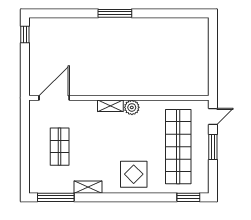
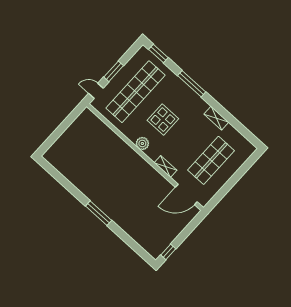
shelving: (110, 106) -> (166, 167), moved
shop shelf: (60, 147) -> (211, 160), width x1.43, depth x1.36
display table: (134, 174) -> (163, 120), moved
window: (56, 197) -> (192, 84), moved

